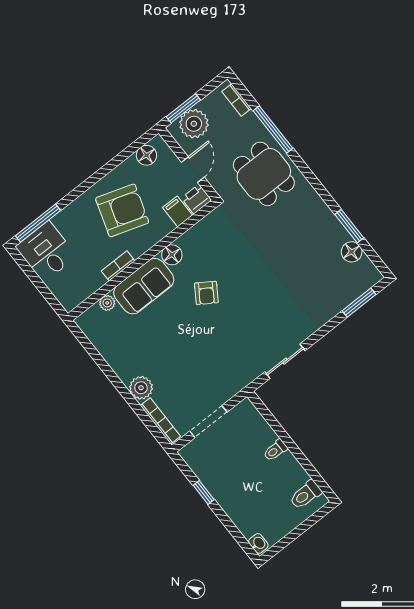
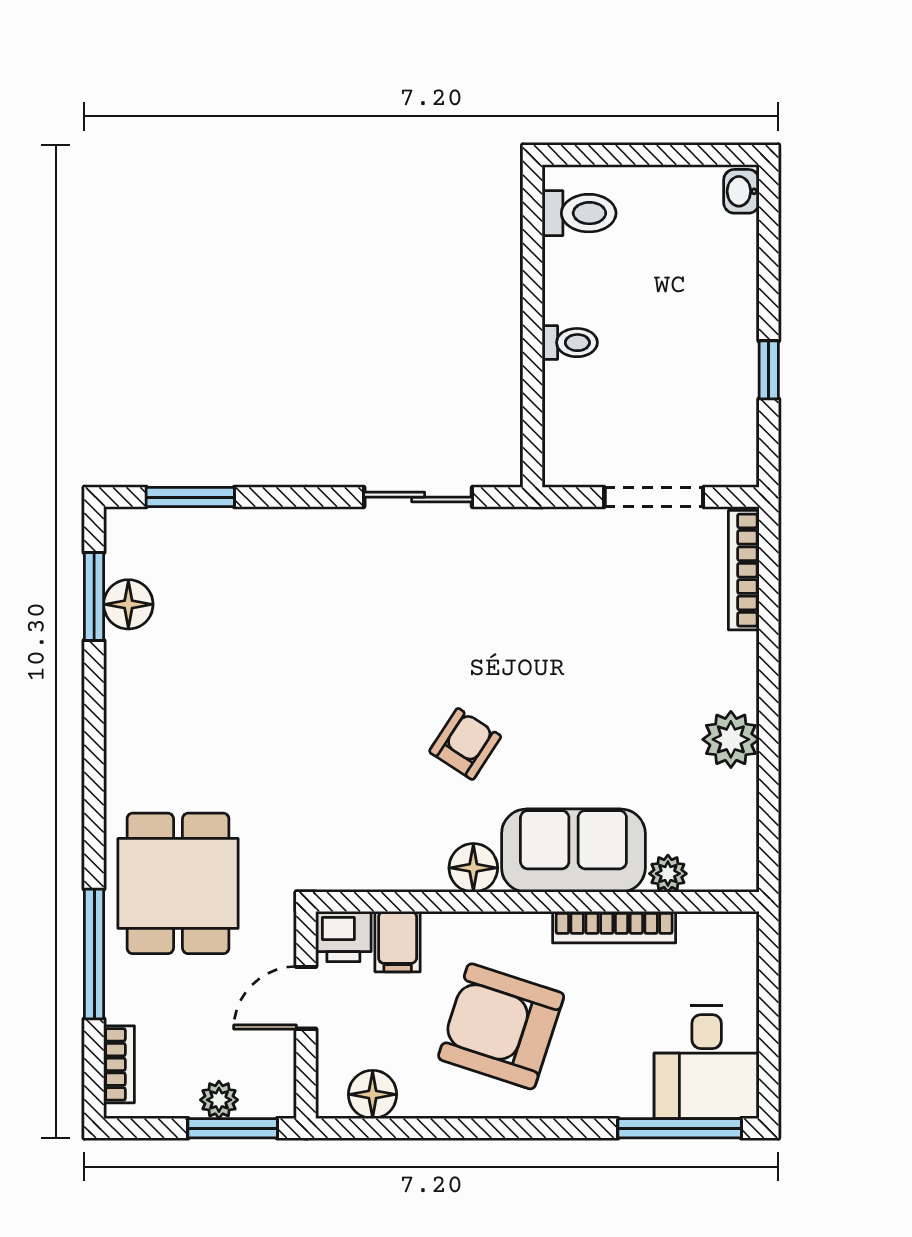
plant: (194, 124) -> (219, 1100), width x0.53, depth x0.53
window: (349, 226) -> (94, 597), moved
bookcase: (118, 266) -> (614, 927), width x1.56
plant: (141, 388) -> (731, 739), moved

